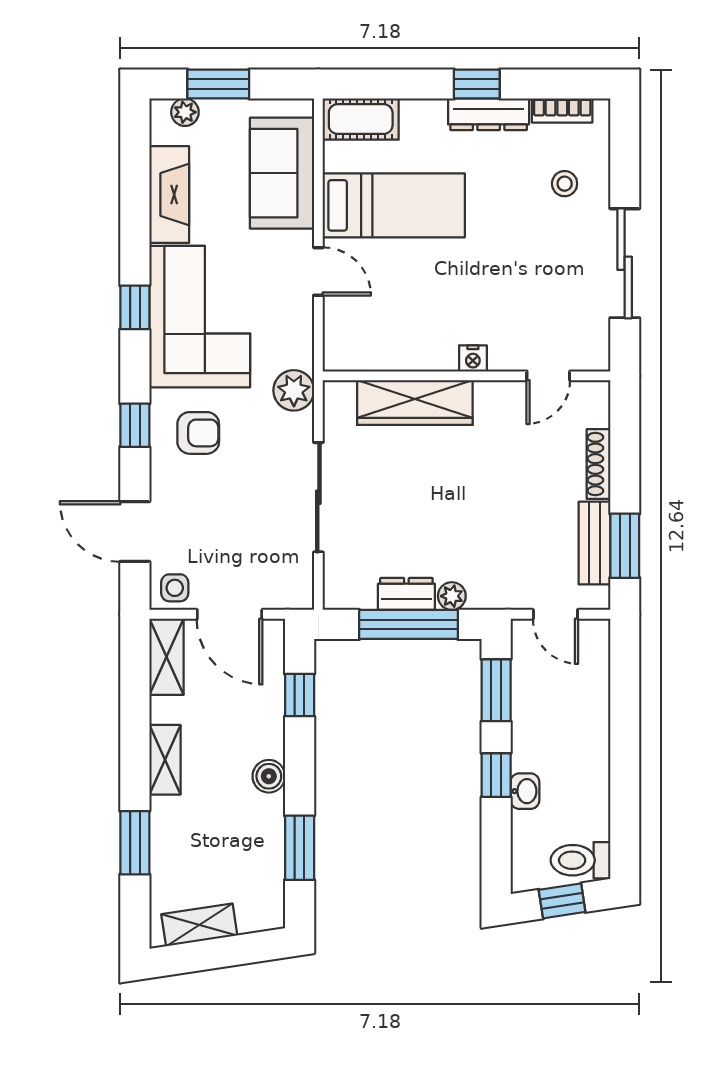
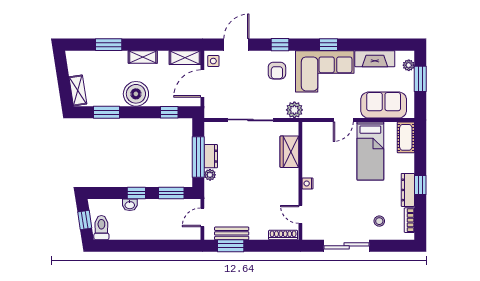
wardrobe: (415, 403) -> (289, 152), width x0.67
shoe rack: (598, 464) -> (283, 235), moved
boiler: (269, 776) -> (136, 94), width x1.86, depth x1.86
shelving: (199, 925) -> (78, 90), moved

